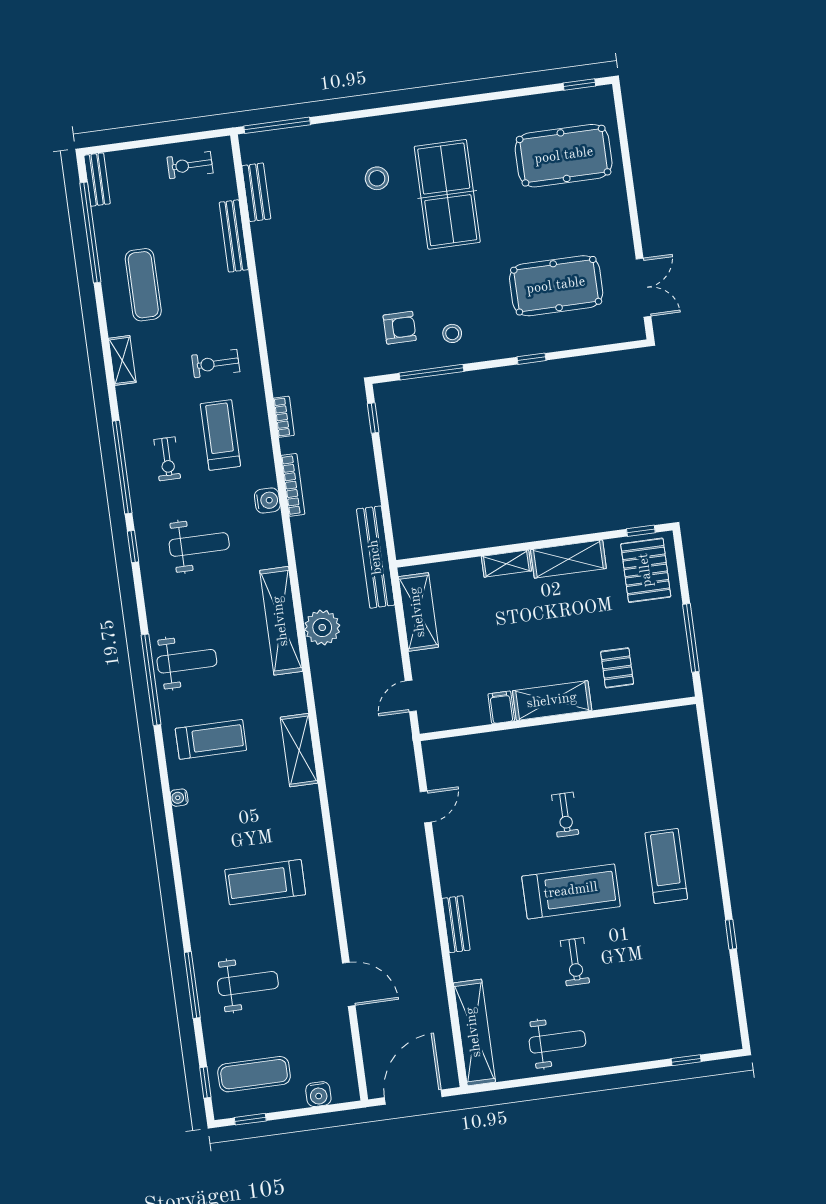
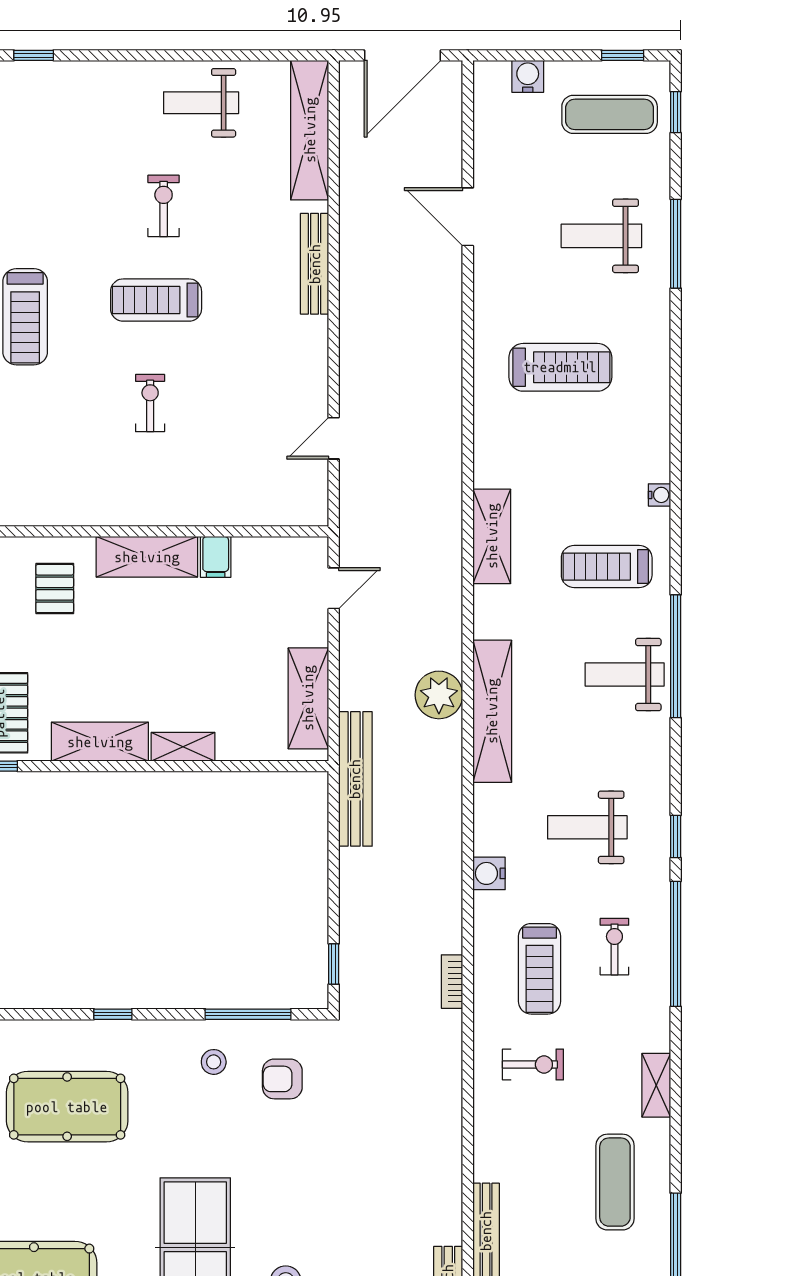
bookcase: (293, 485) -> (452, 890), removed
treadmill: (571, 891) -> (156, 300), width x0.73, depth x0.73
bench: (456, 924) -> (315, 264), width x1.36

